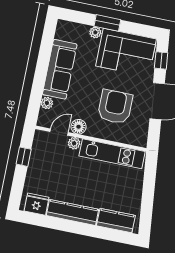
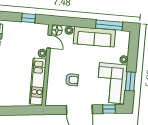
window: (107, 23) -> (130, 81), moved
window: (46, 47) -> (109, 25), added
armchair: (115, 107) -> (72, 80), width x0.53, depth x0.53
floor lamp: (79, 127) -> (57, 30), moved

